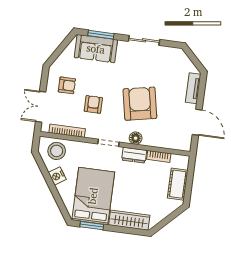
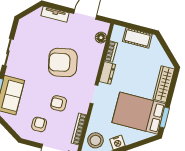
floor lamp: (136, 138) -> (101, 38), moved

